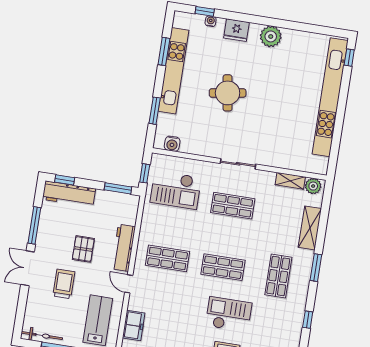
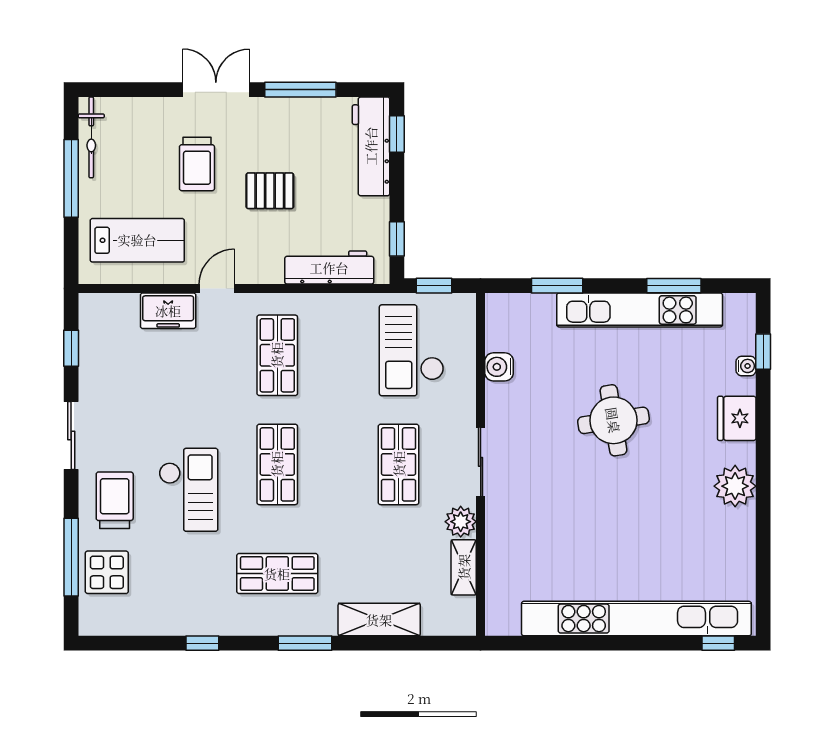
water cooler: (172, 144) -> (499, 367), moved
plant: (313, 186) -> (461, 522), moved
window: (118, 188) -> (397, 239), width x0.67
workbench: (123, 248) -> (329, 268), moved
trolley: (64, 284) -> (197, 164), turned 90
freezer: (134, 325) -> (168, 311), moved

